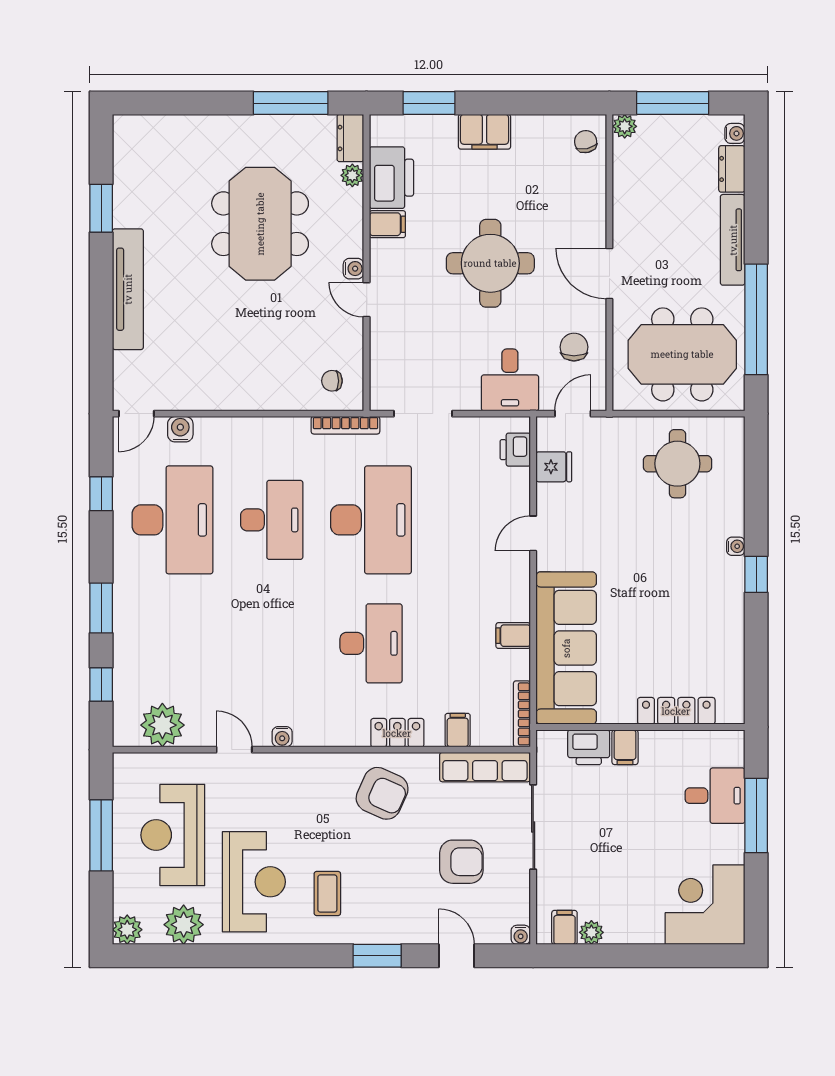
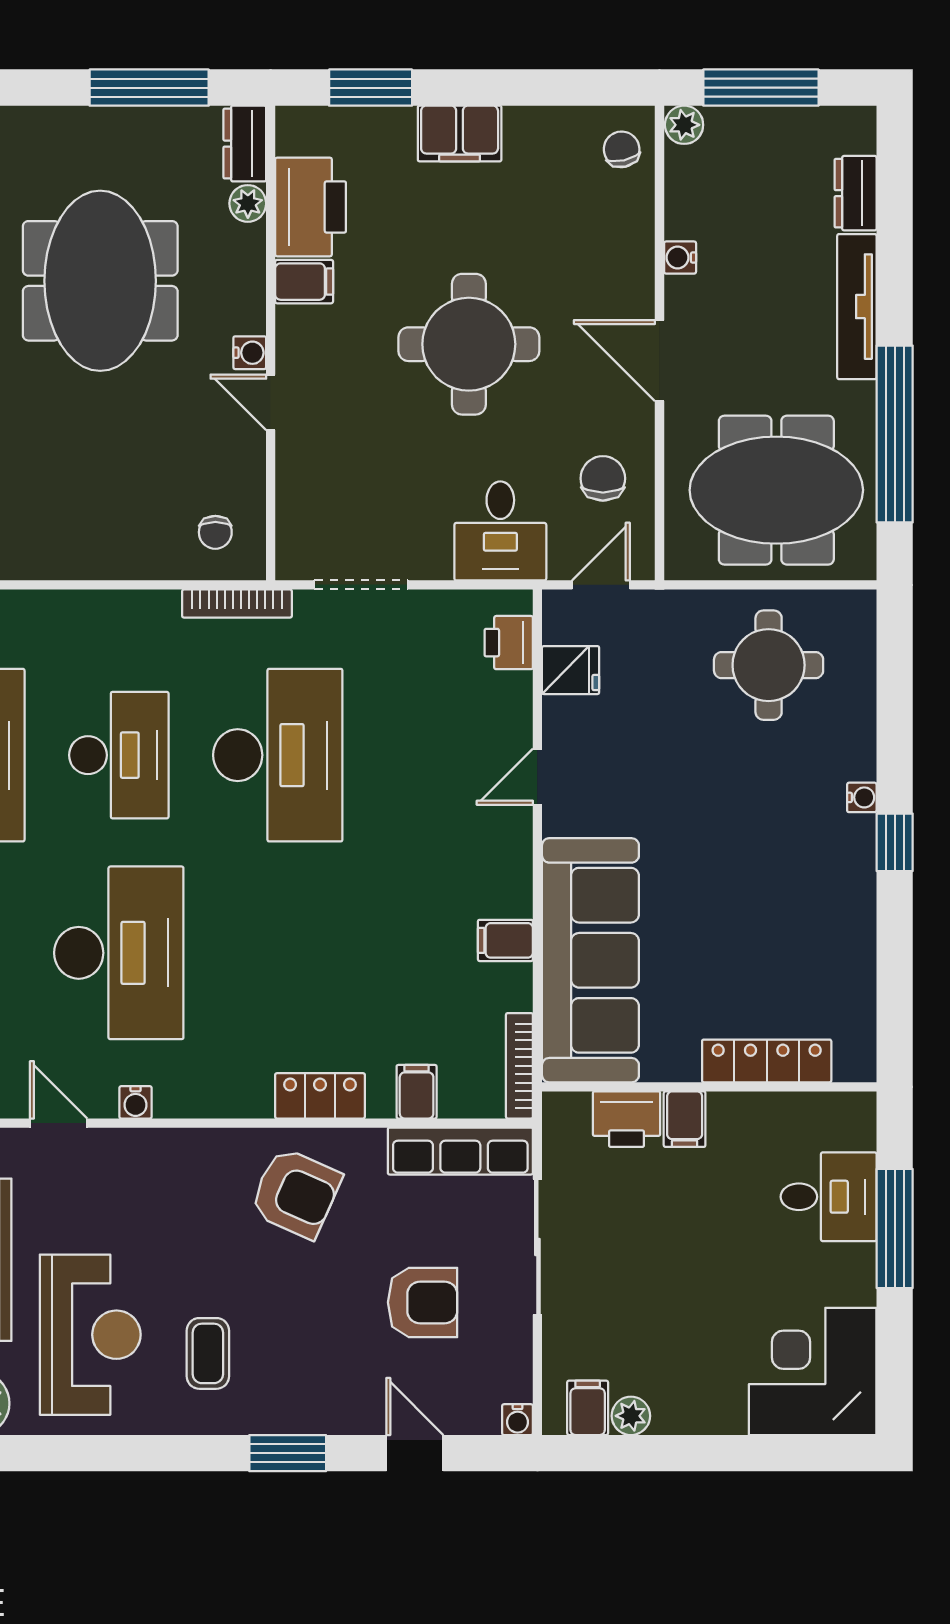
water cooler: (735, 133) -> (680, 258), moved, turned 180
chair: (332, 381) -> (215, 532), turned -90
desk: (371, 643) -> (119, 953), moved, width x1.36, depth x1.30

